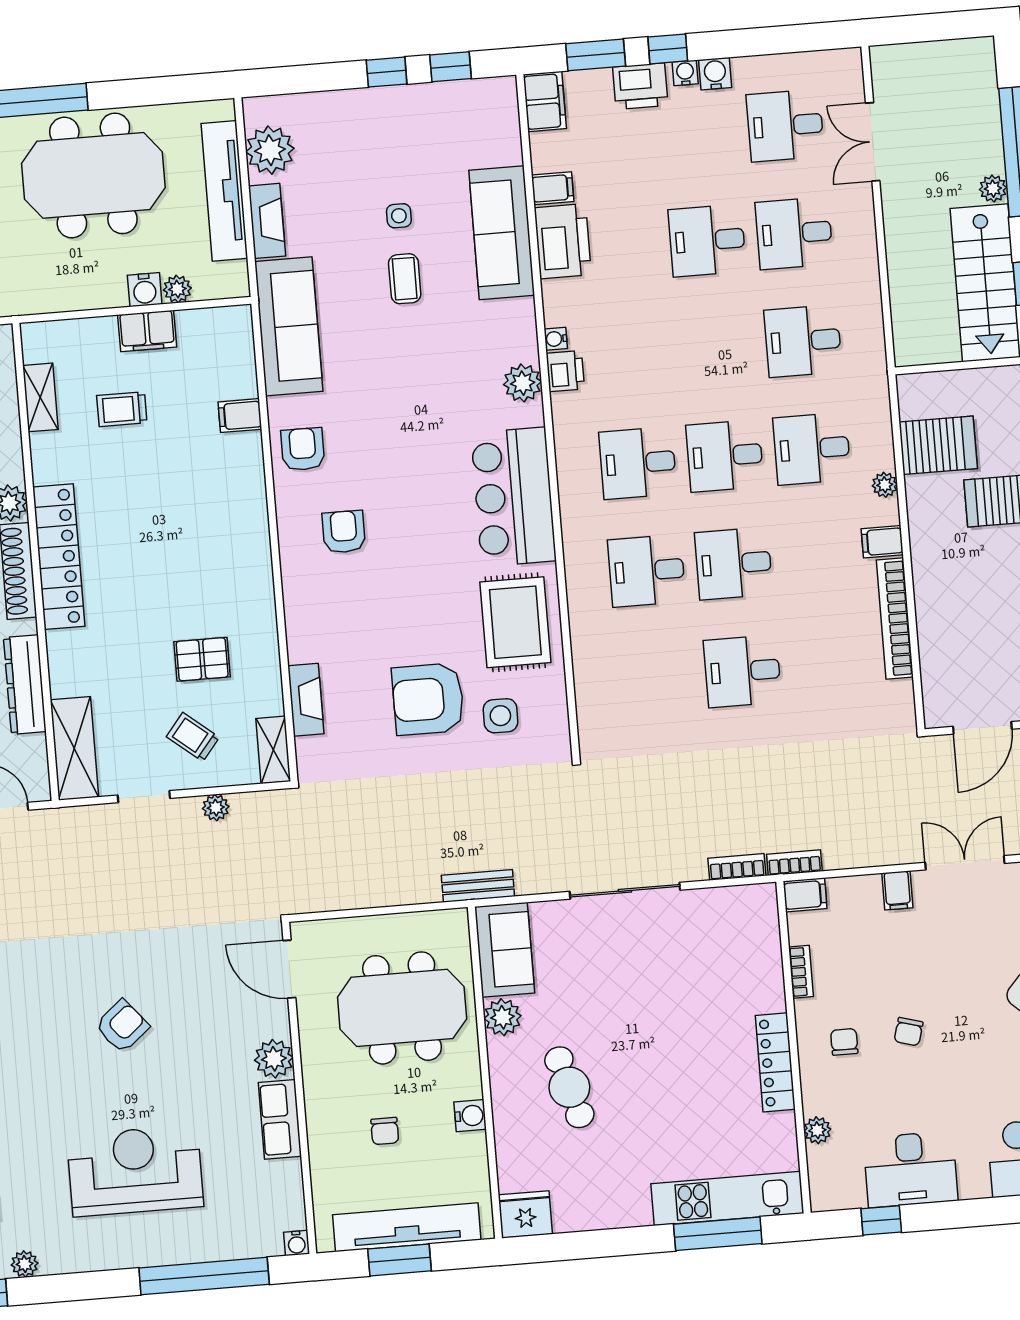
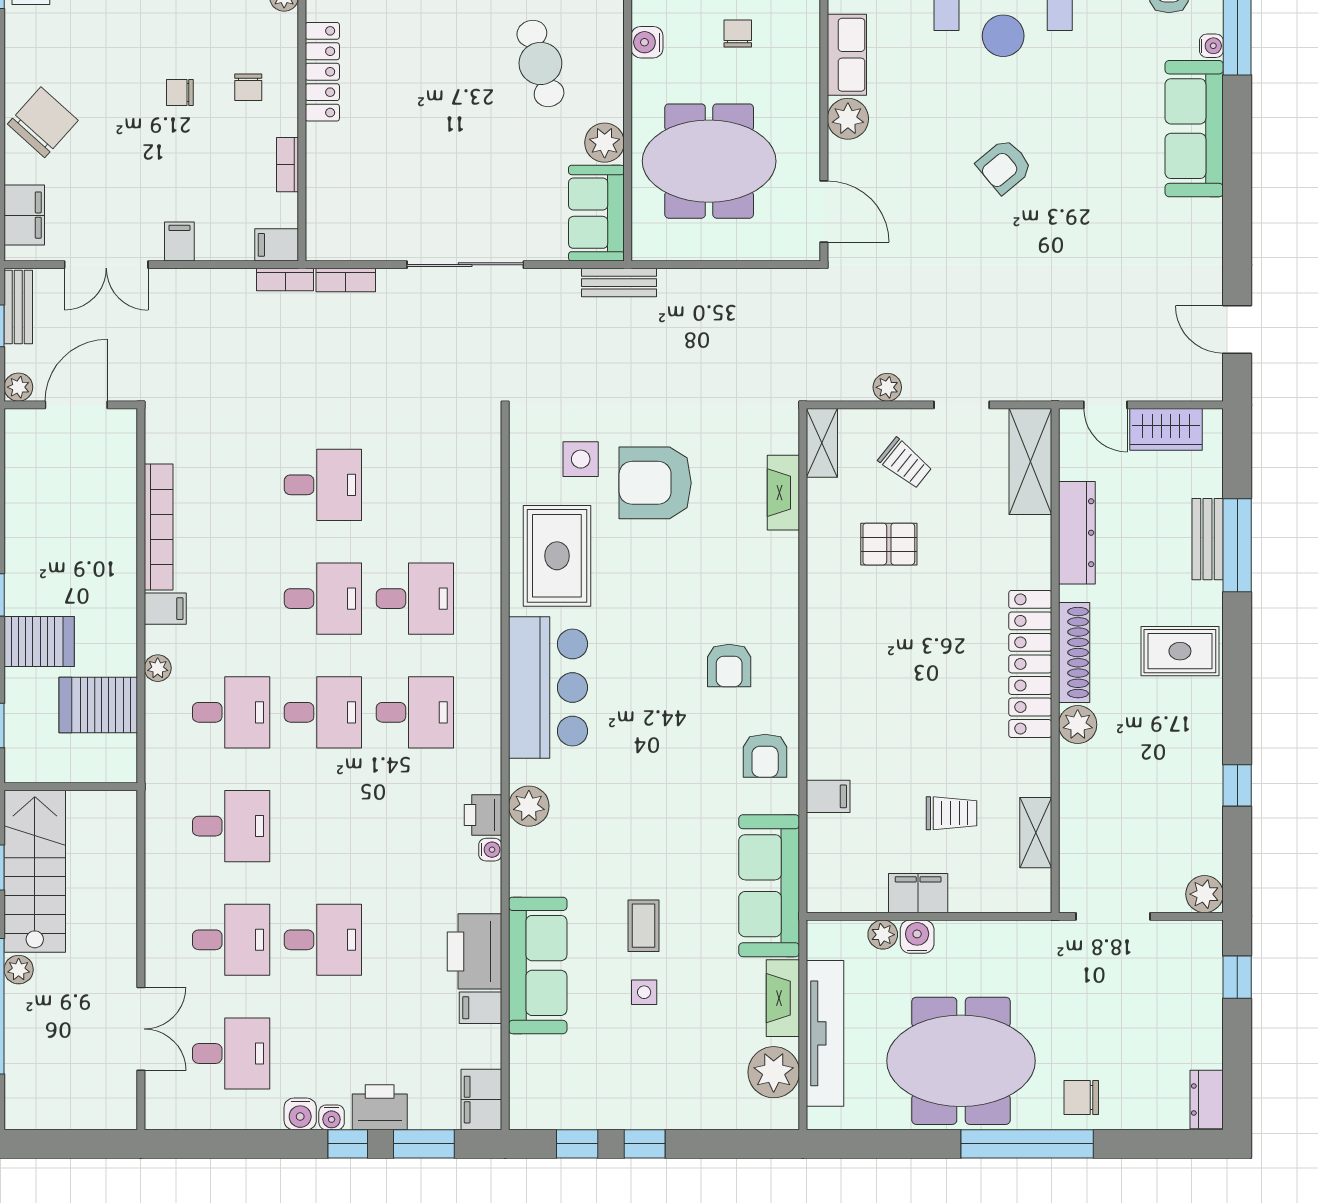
armchair: (428, 699) -> (655, 483), turned 180
chair: (909, 1032) -> (180, 92), turned -106

